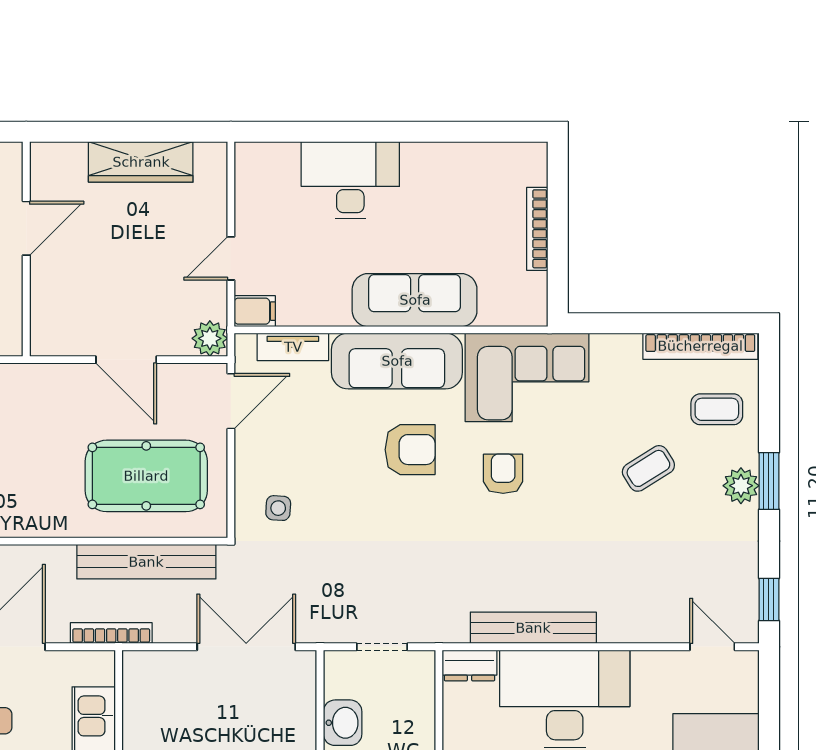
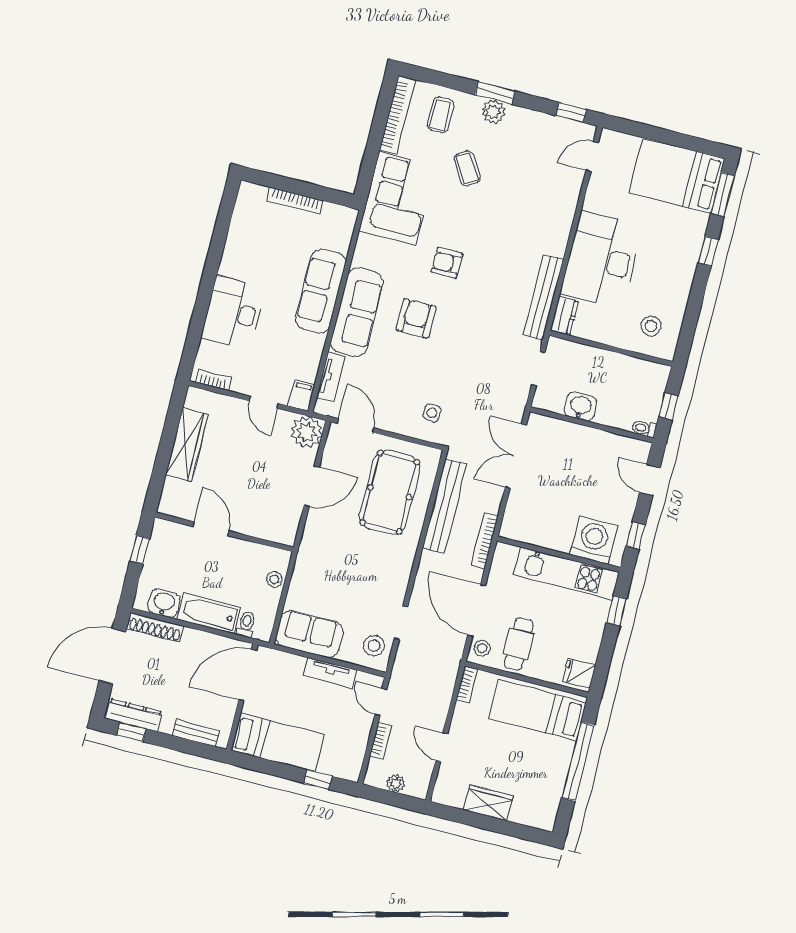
bookcase: (245, 177) -> (214, 380), added
plant: (210, 338) -> (307, 432), width x1.36, depth x1.36
corner sofa: (527, 377) -> (397, 199), moved
bench: (533, 628) -> (543, 297), moved

